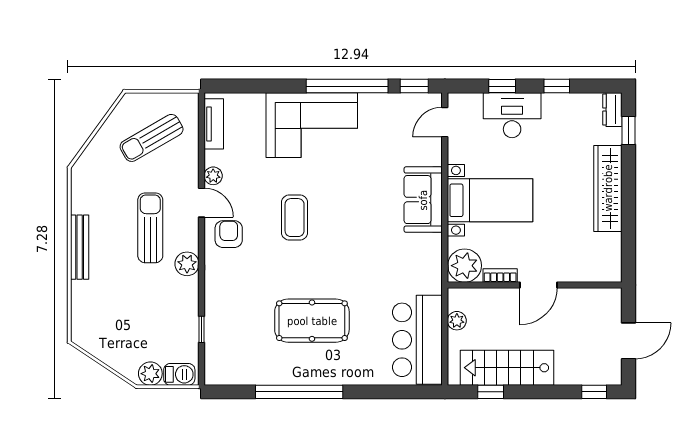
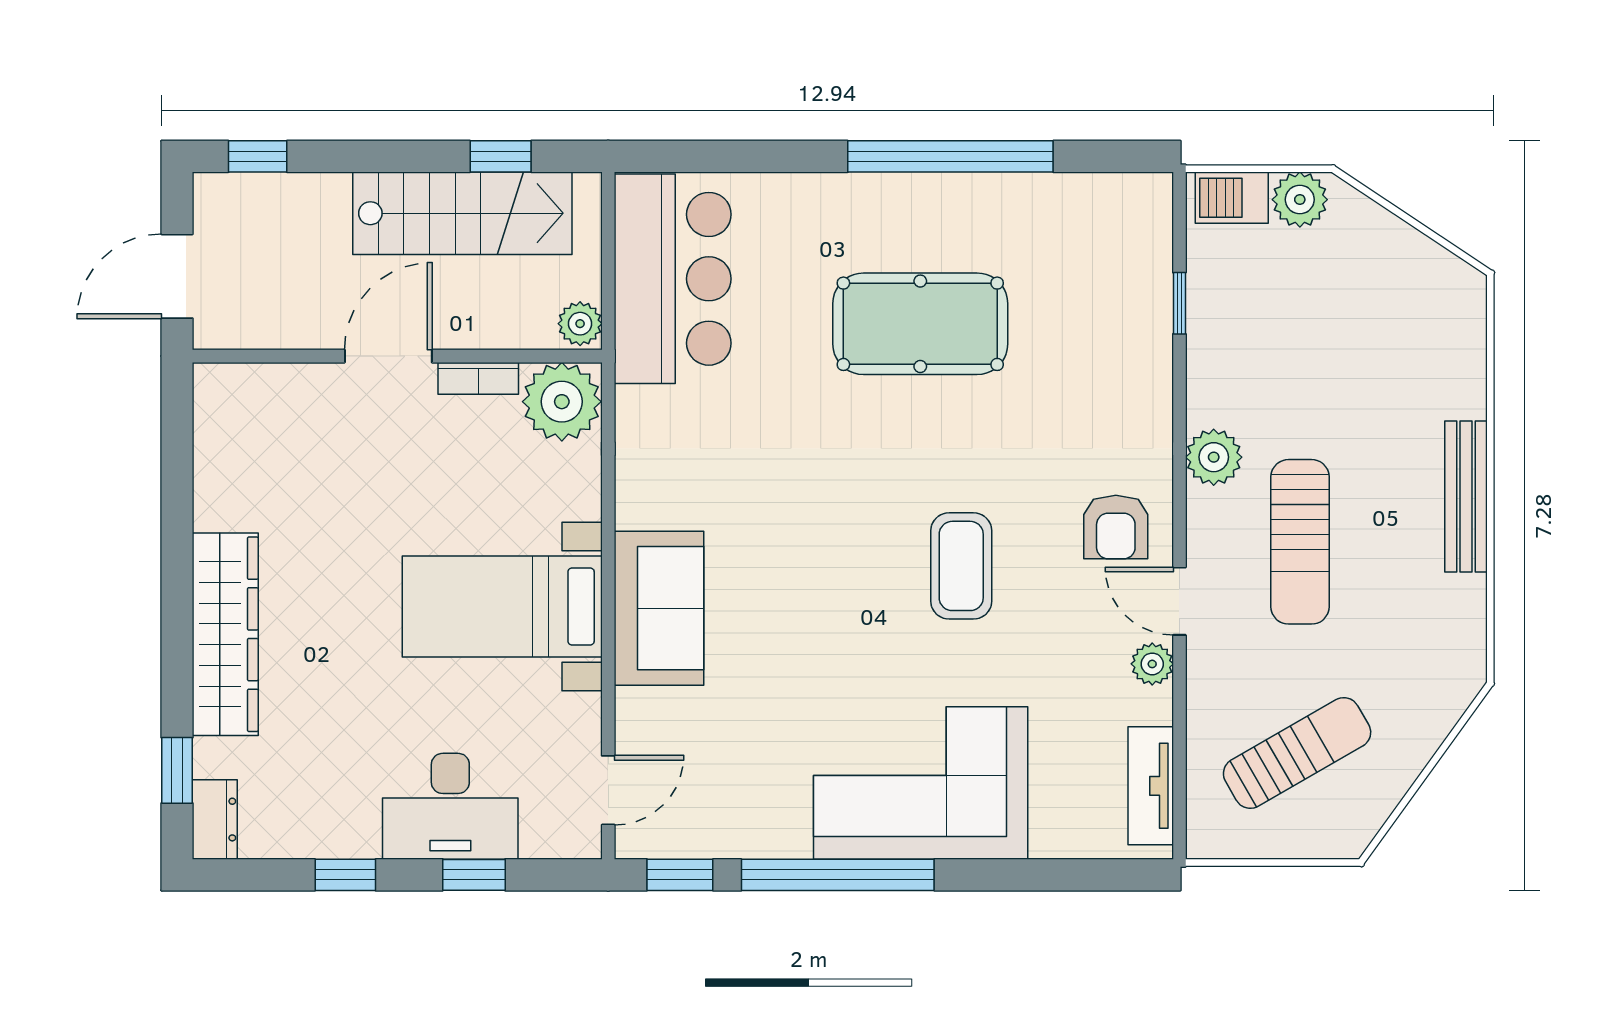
plant: (465, 266) -> (562, 402), moved
bookcase: (500, 276) -> (478, 378), moved
wall: (535, 285) -> (397, 356), moved
door: (538, 285) -> (388, 356), moved

